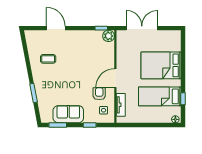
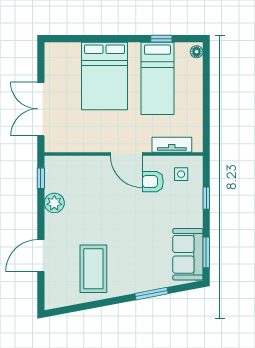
plant: (109, 36) -> (54, 203), moved
coffee table: (48, 59) -> (93, 269), width x1.86, depth x1.72
sofa: (68, 114) -> (188, 254), moved

